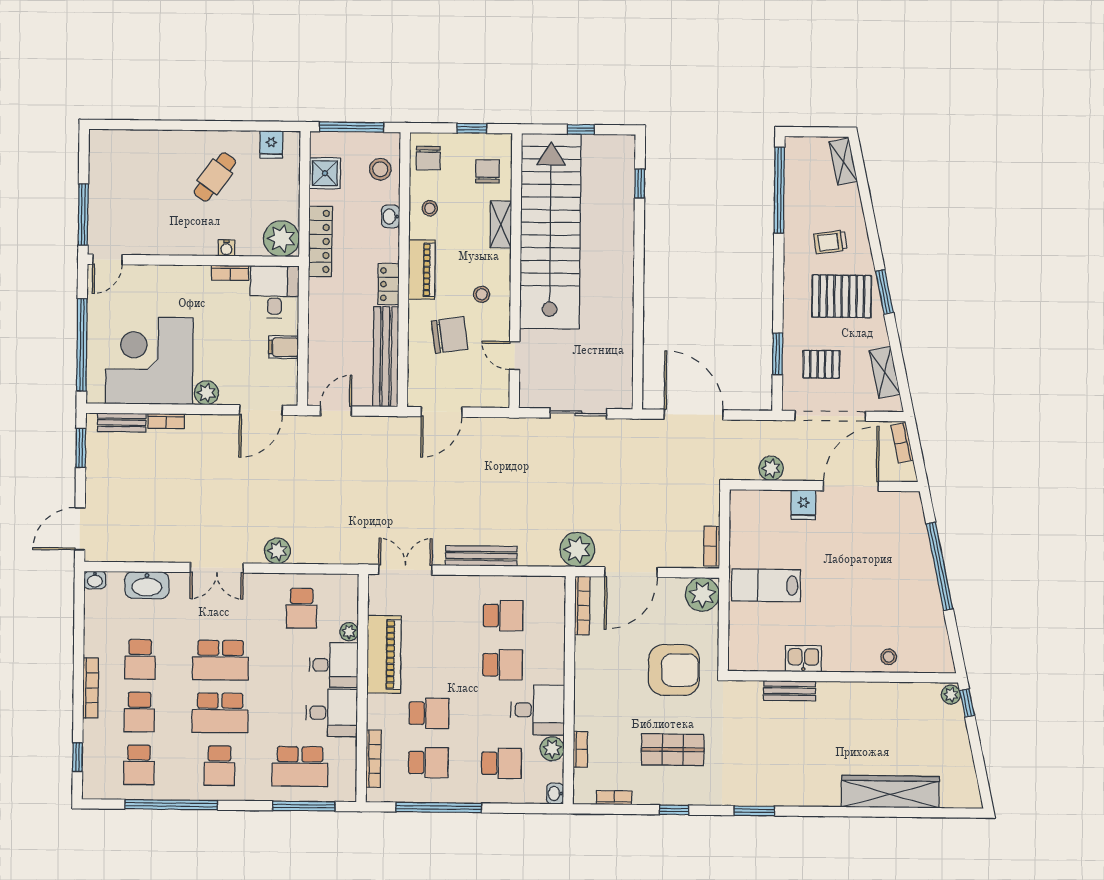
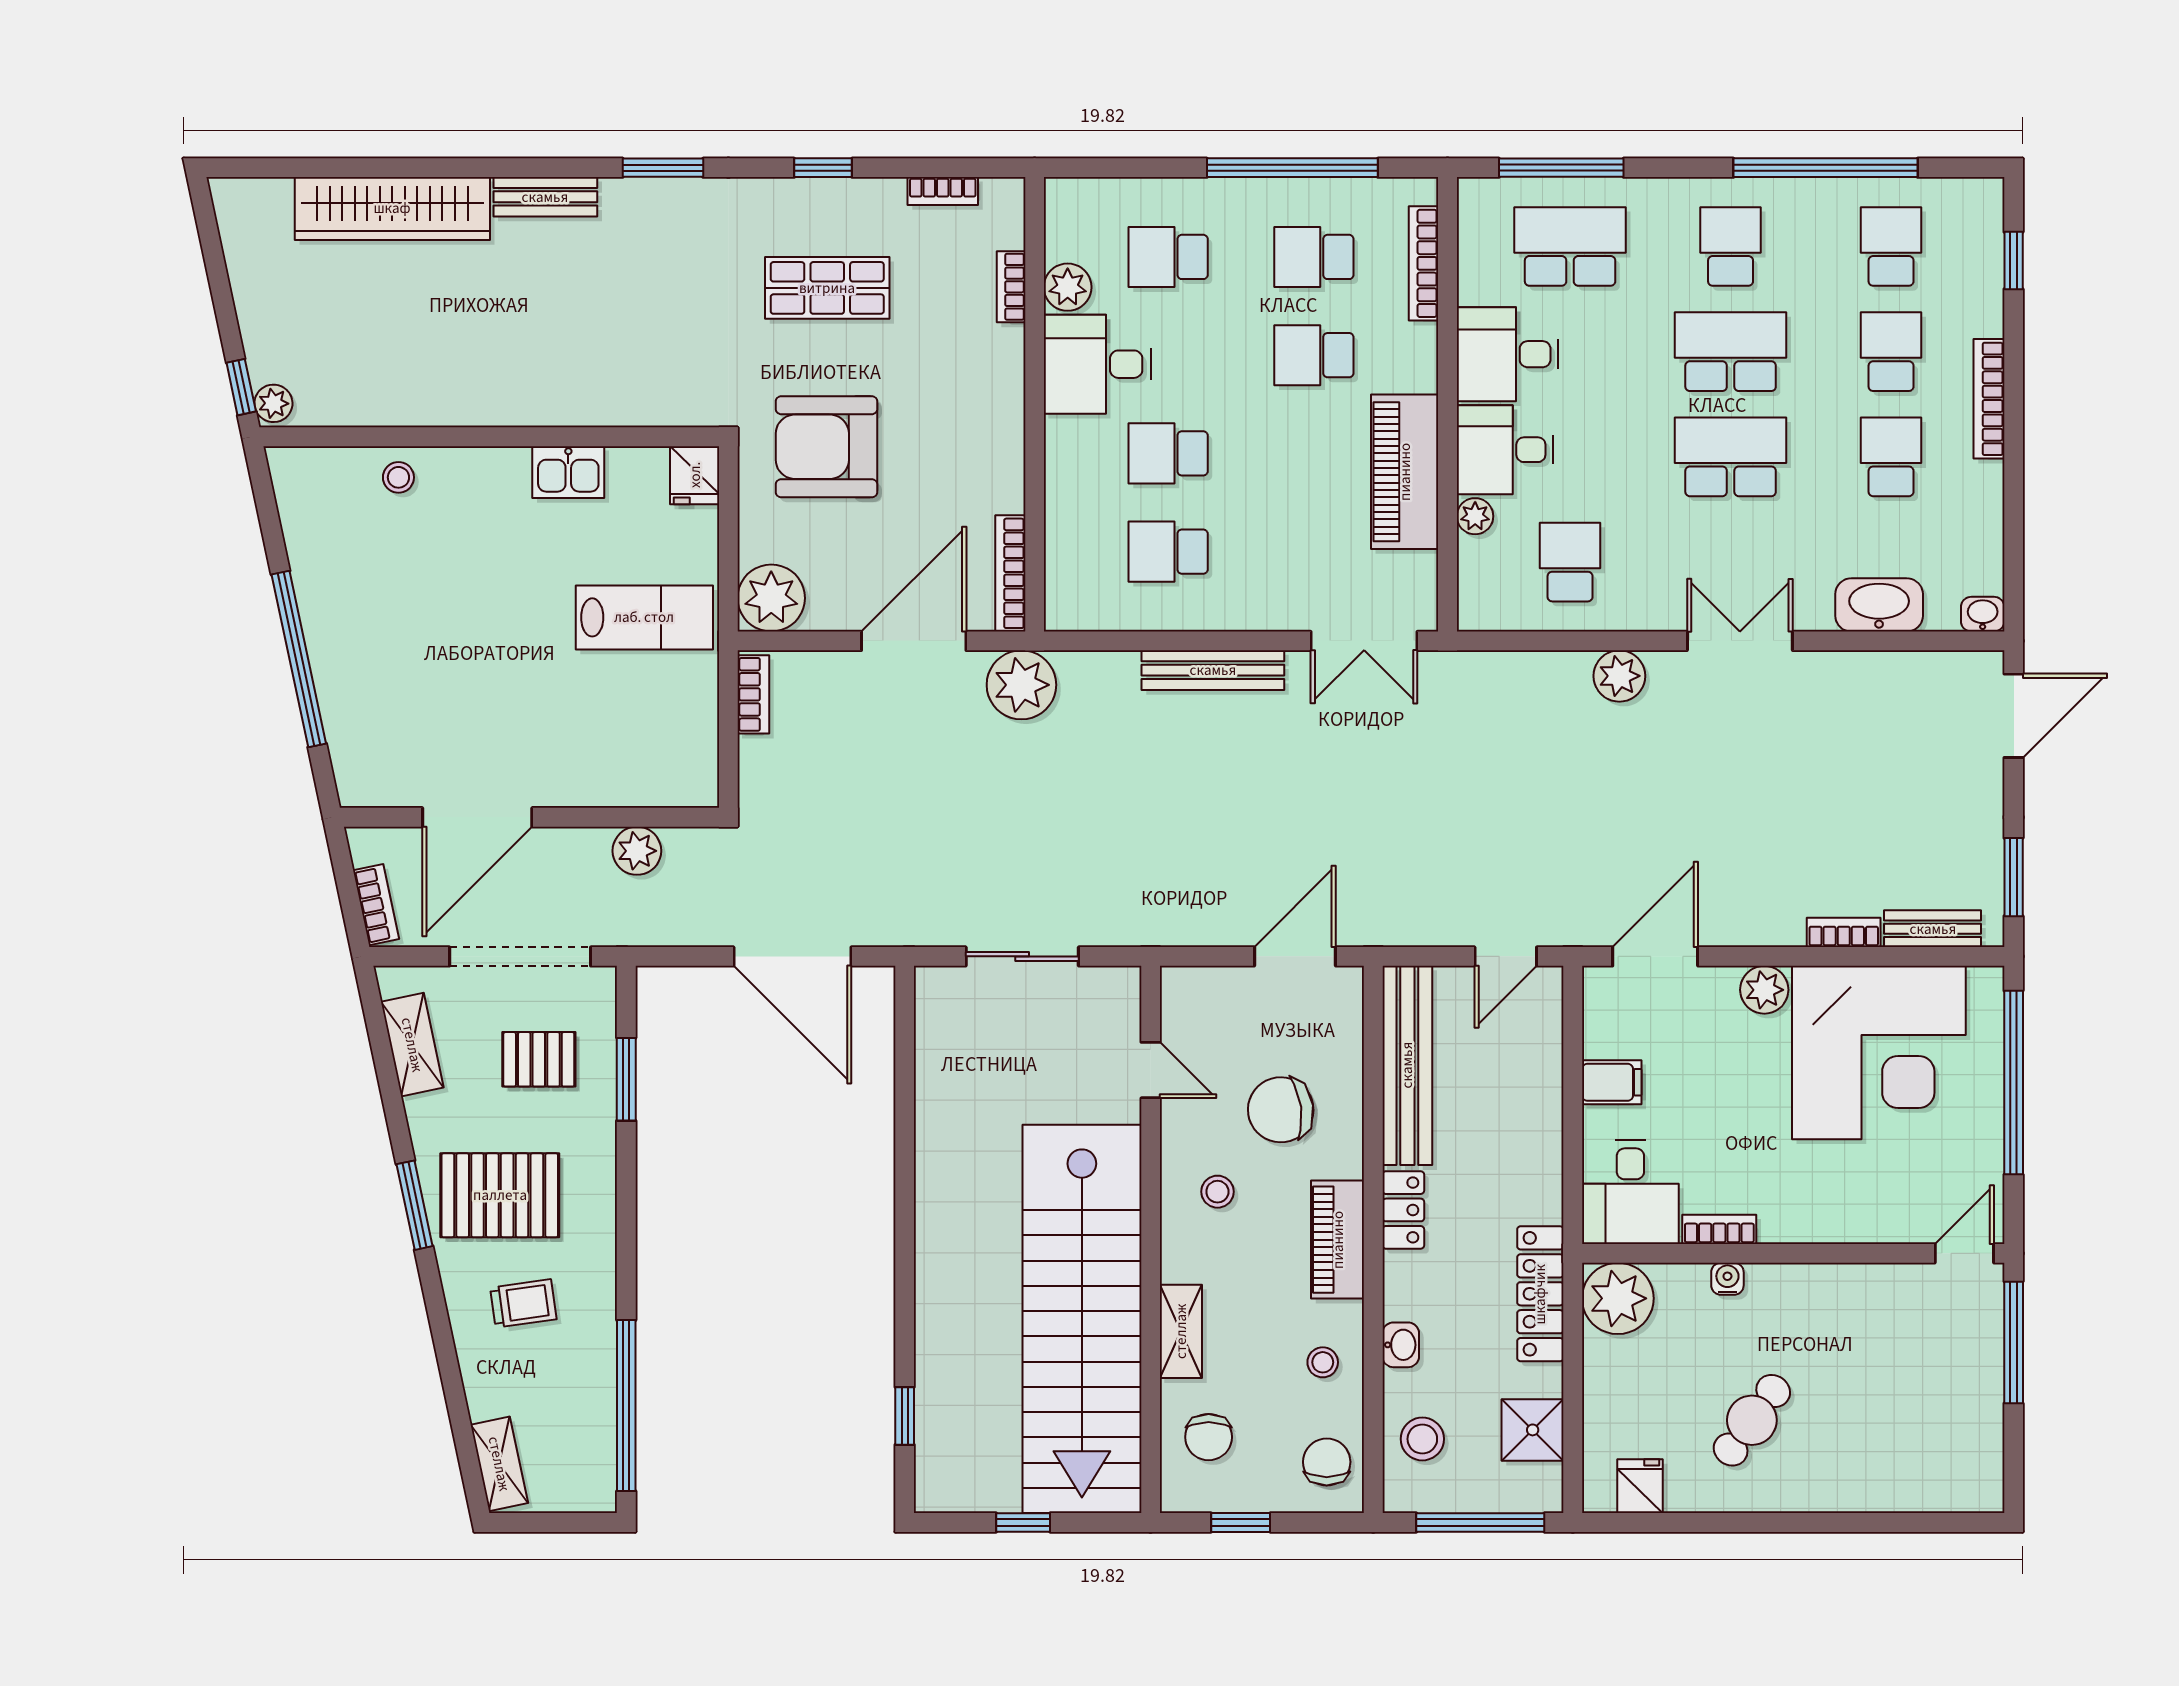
fridge: (803, 505) -> (695, 475), moved, turned 180
bench: (790, 691) -> (545, 197), moved
washbasin: (555, 794) -> (1061, 198), removed

